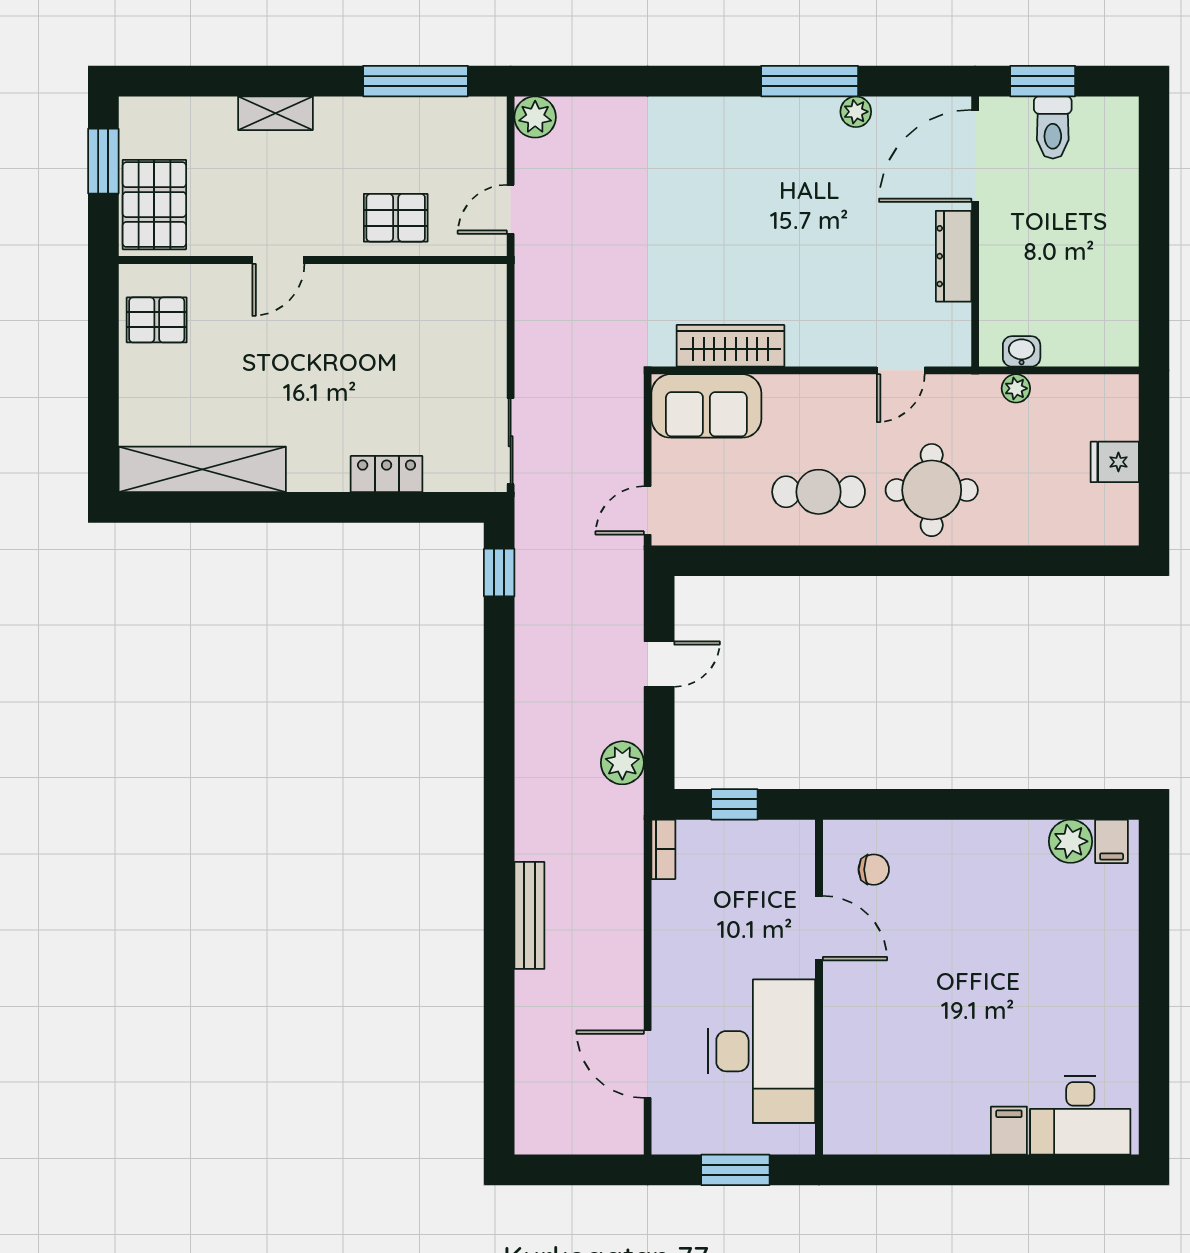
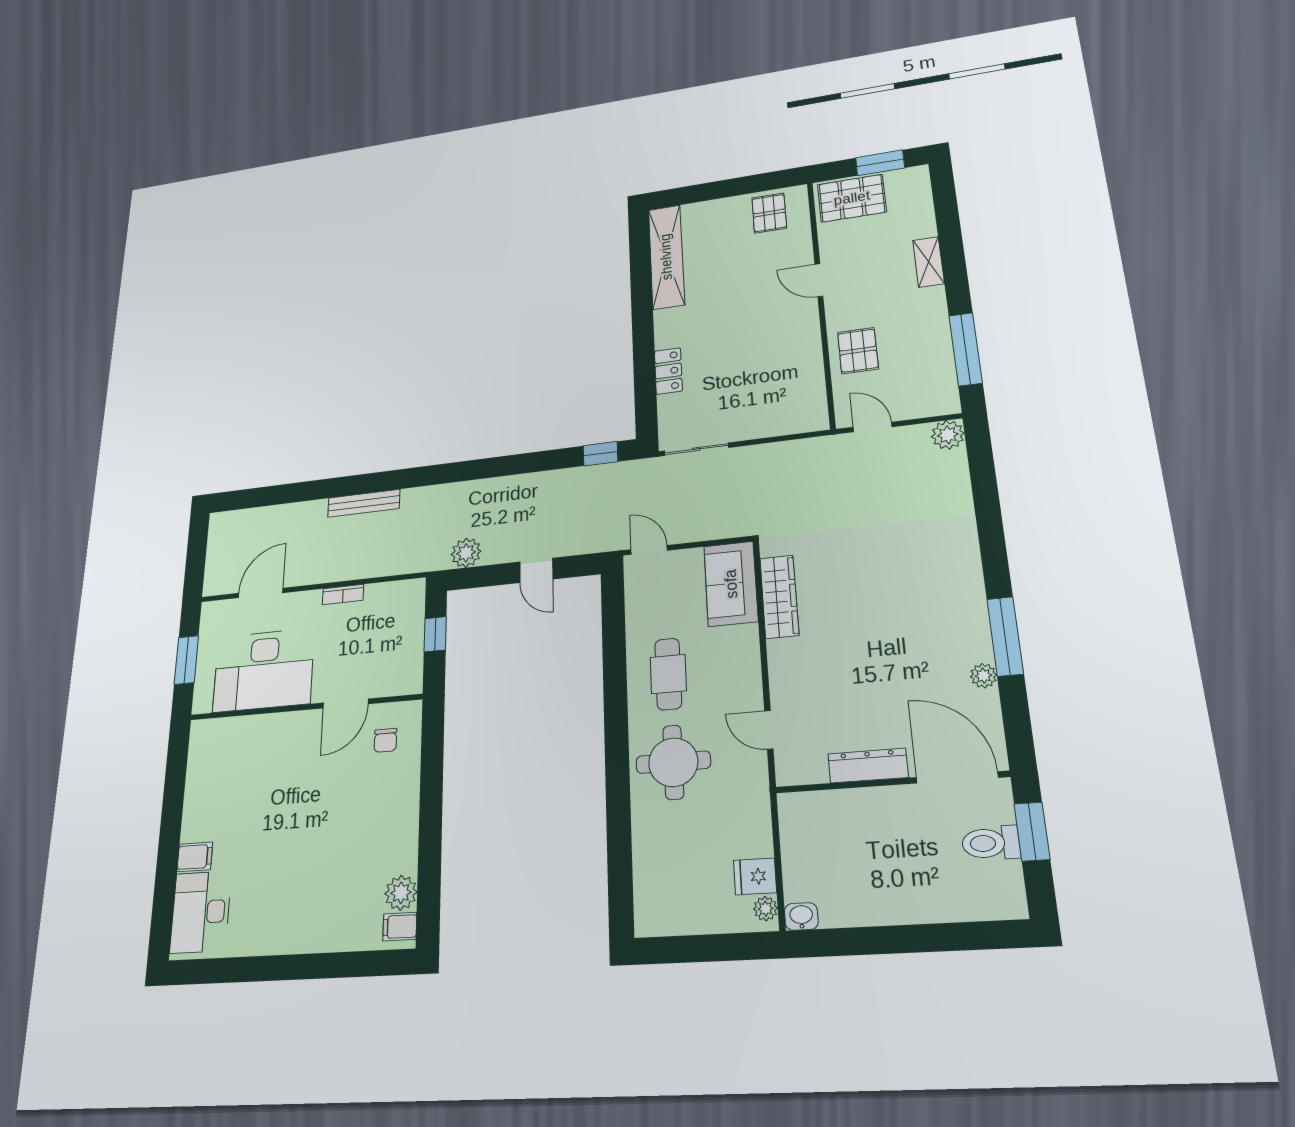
washbasin: (1022, 351) -> (801, 916), moved, turned -90
plant: (1016, 388) -> (766, 909), moved
fridge: (1115, 462) -> (755, 876), moved, turned -90
bookcase: (663, 849) -> (343, 594), moved

